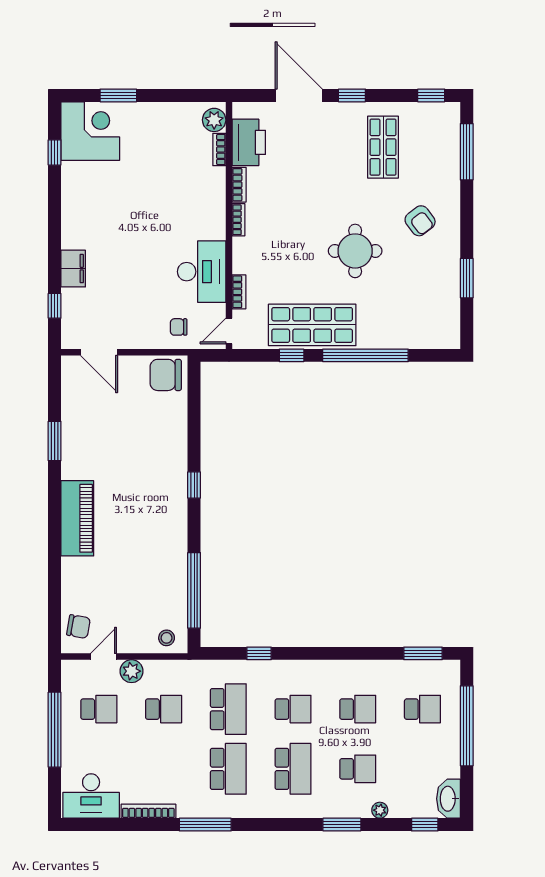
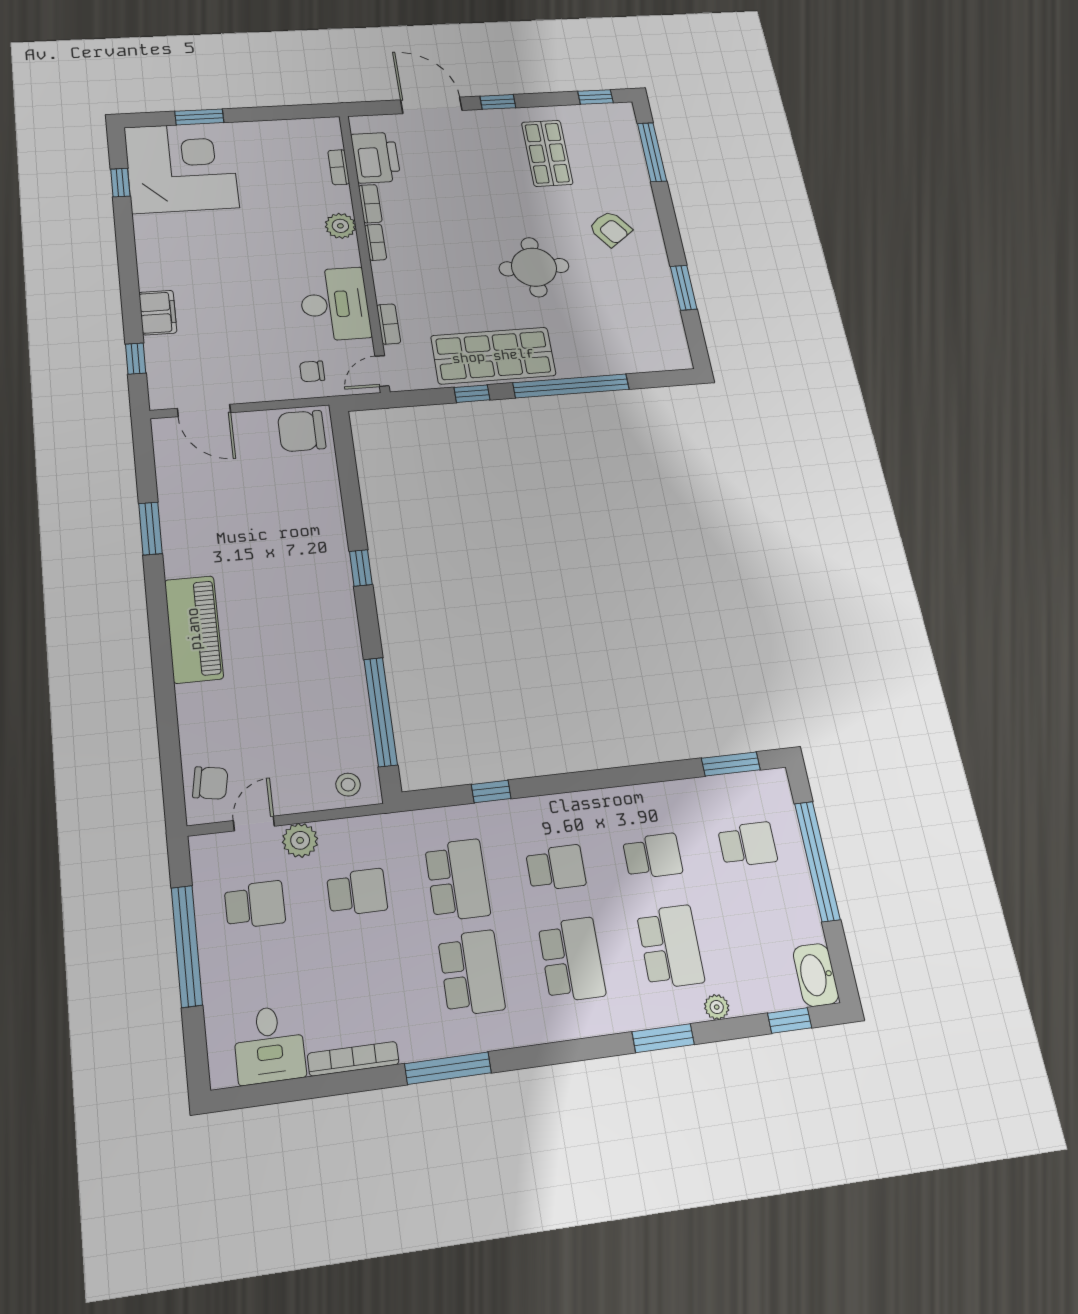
plant: (214, 120) -> (340, 226), moved
corner desk: (90, 131) -> (181, 167), width x1.36, depth x1.36
school desk: (358, 769) -> (670, 947), width x1.85
desk: (91, 796) -> (269, 1045), width x0.73

